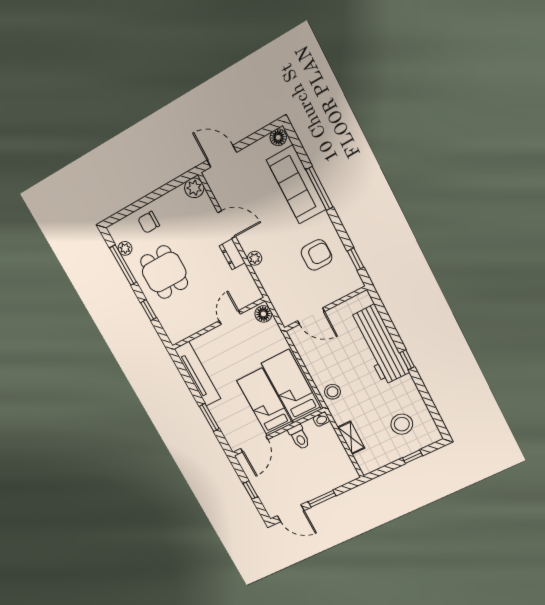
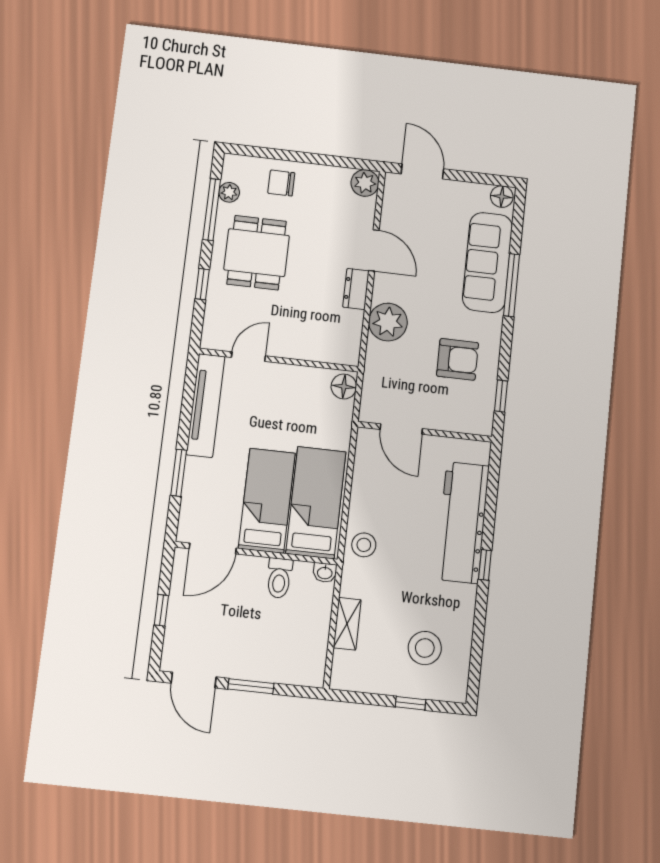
plant: (255, 258) -> (388, 322), width x1.88, depth x1.88
door: (230, 317) -> (248, 357), moved

